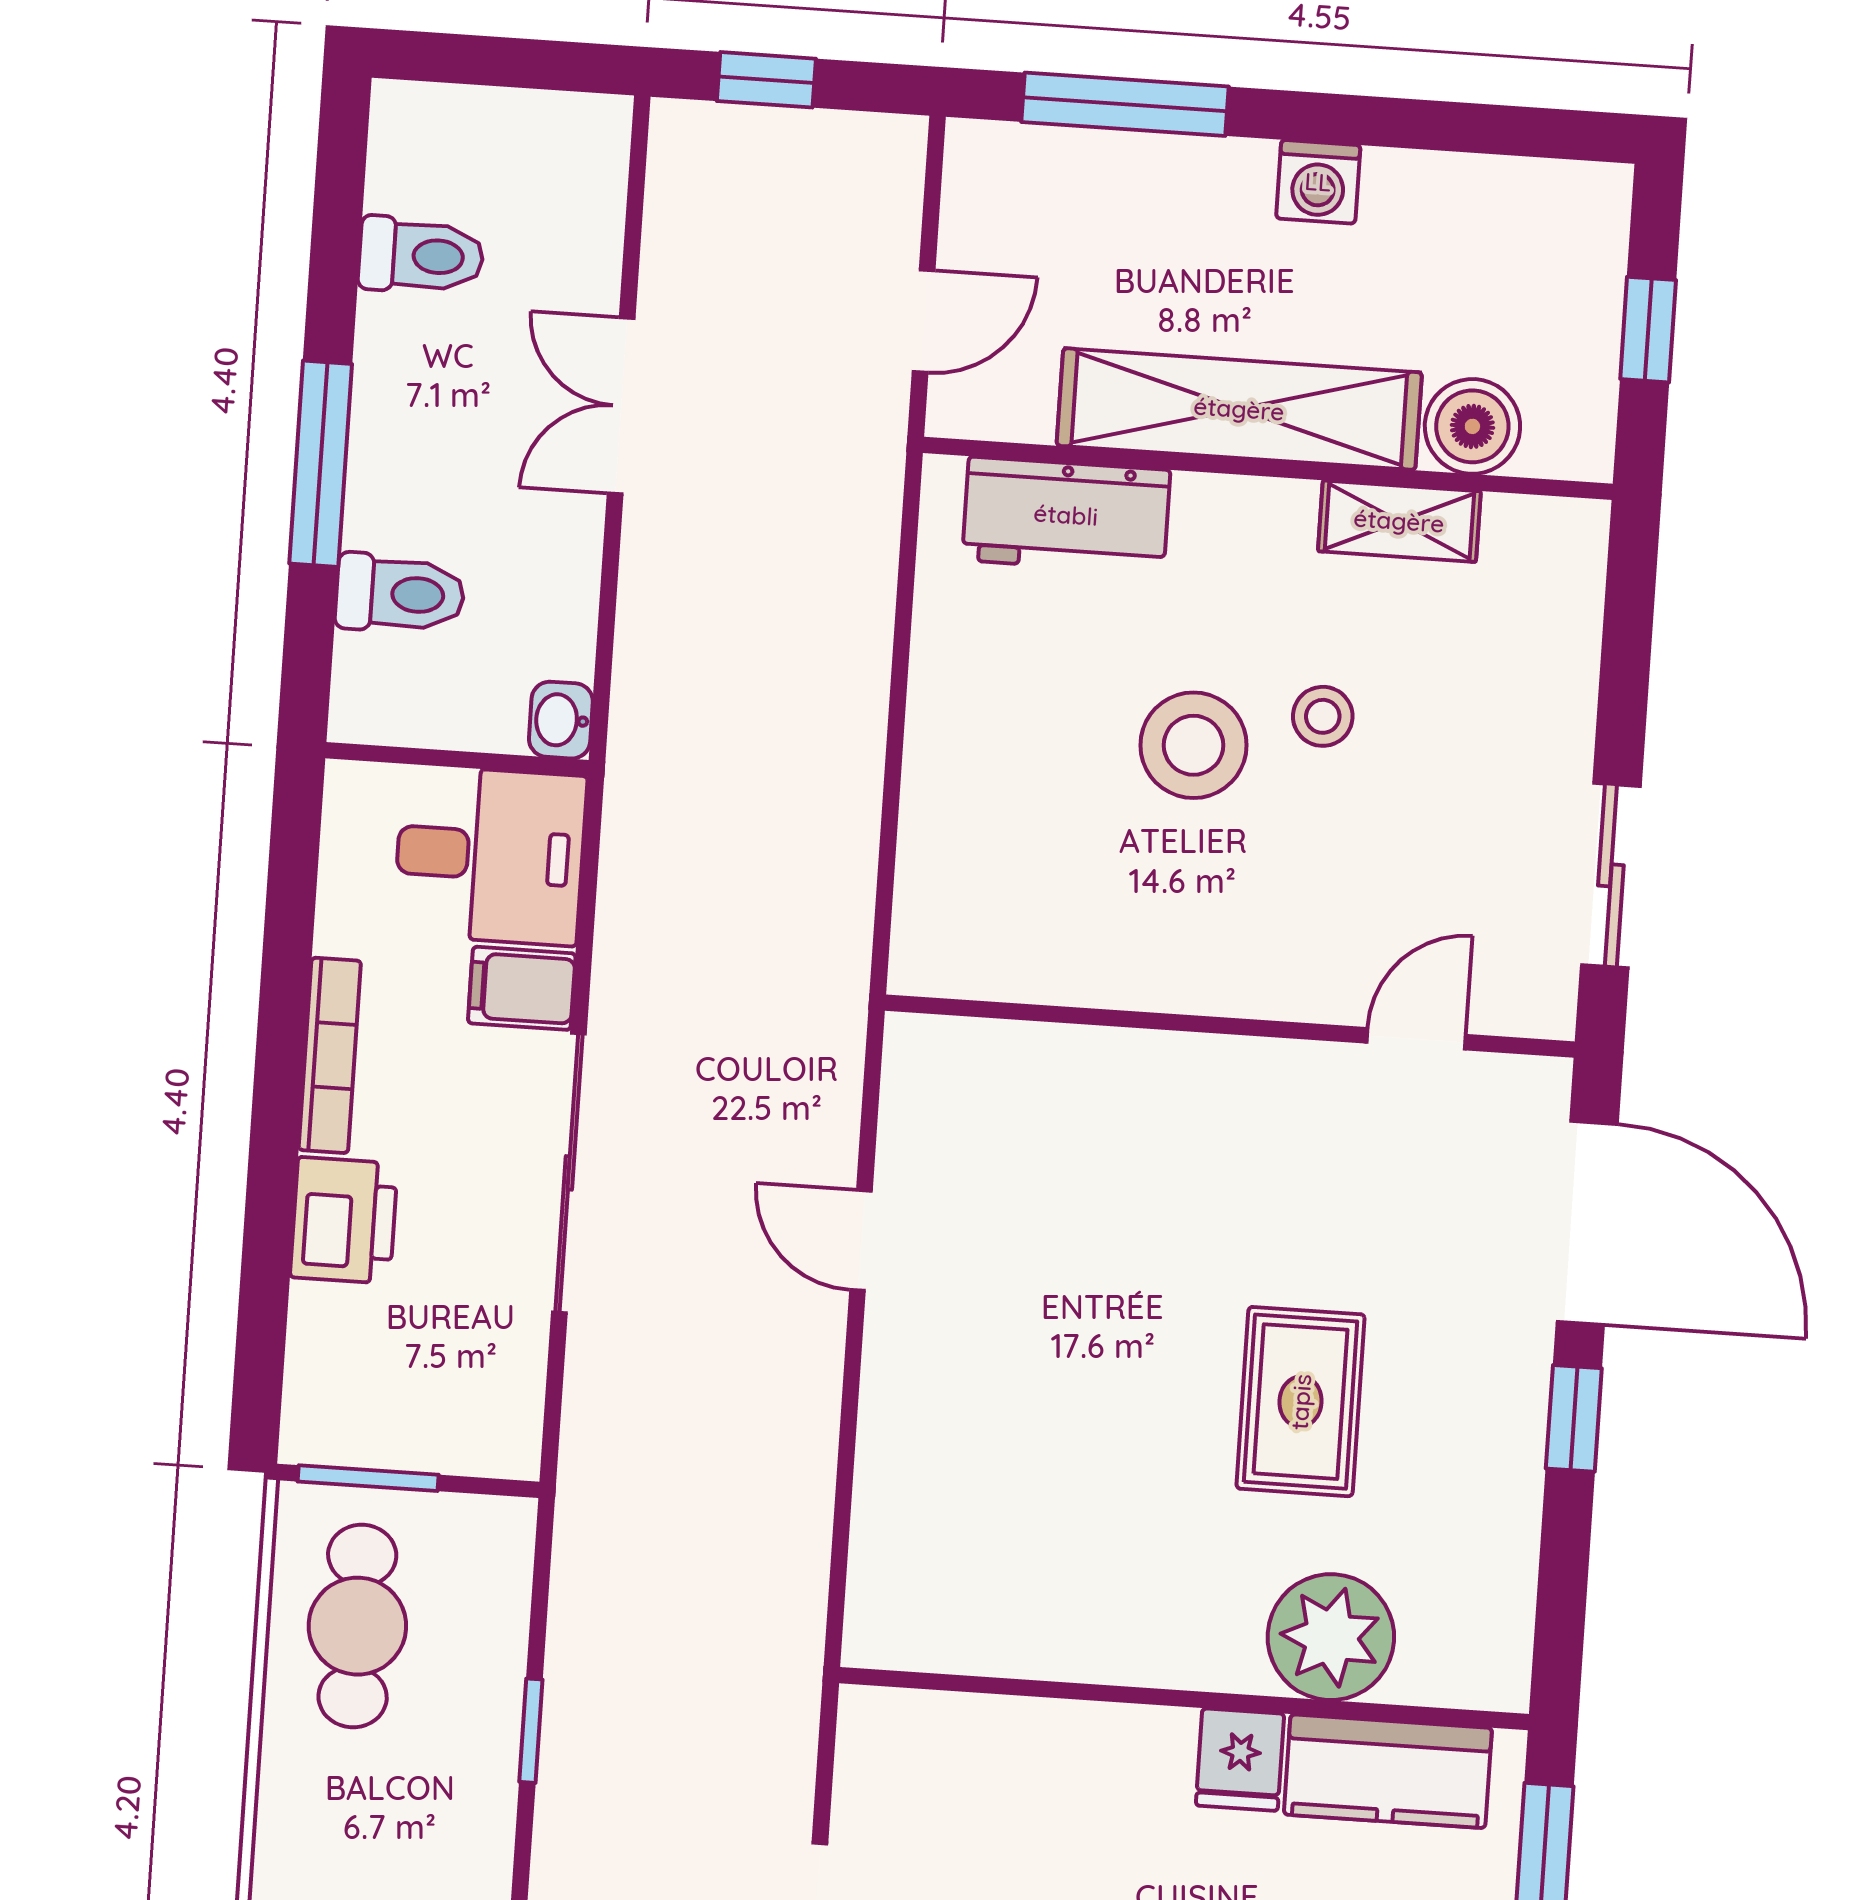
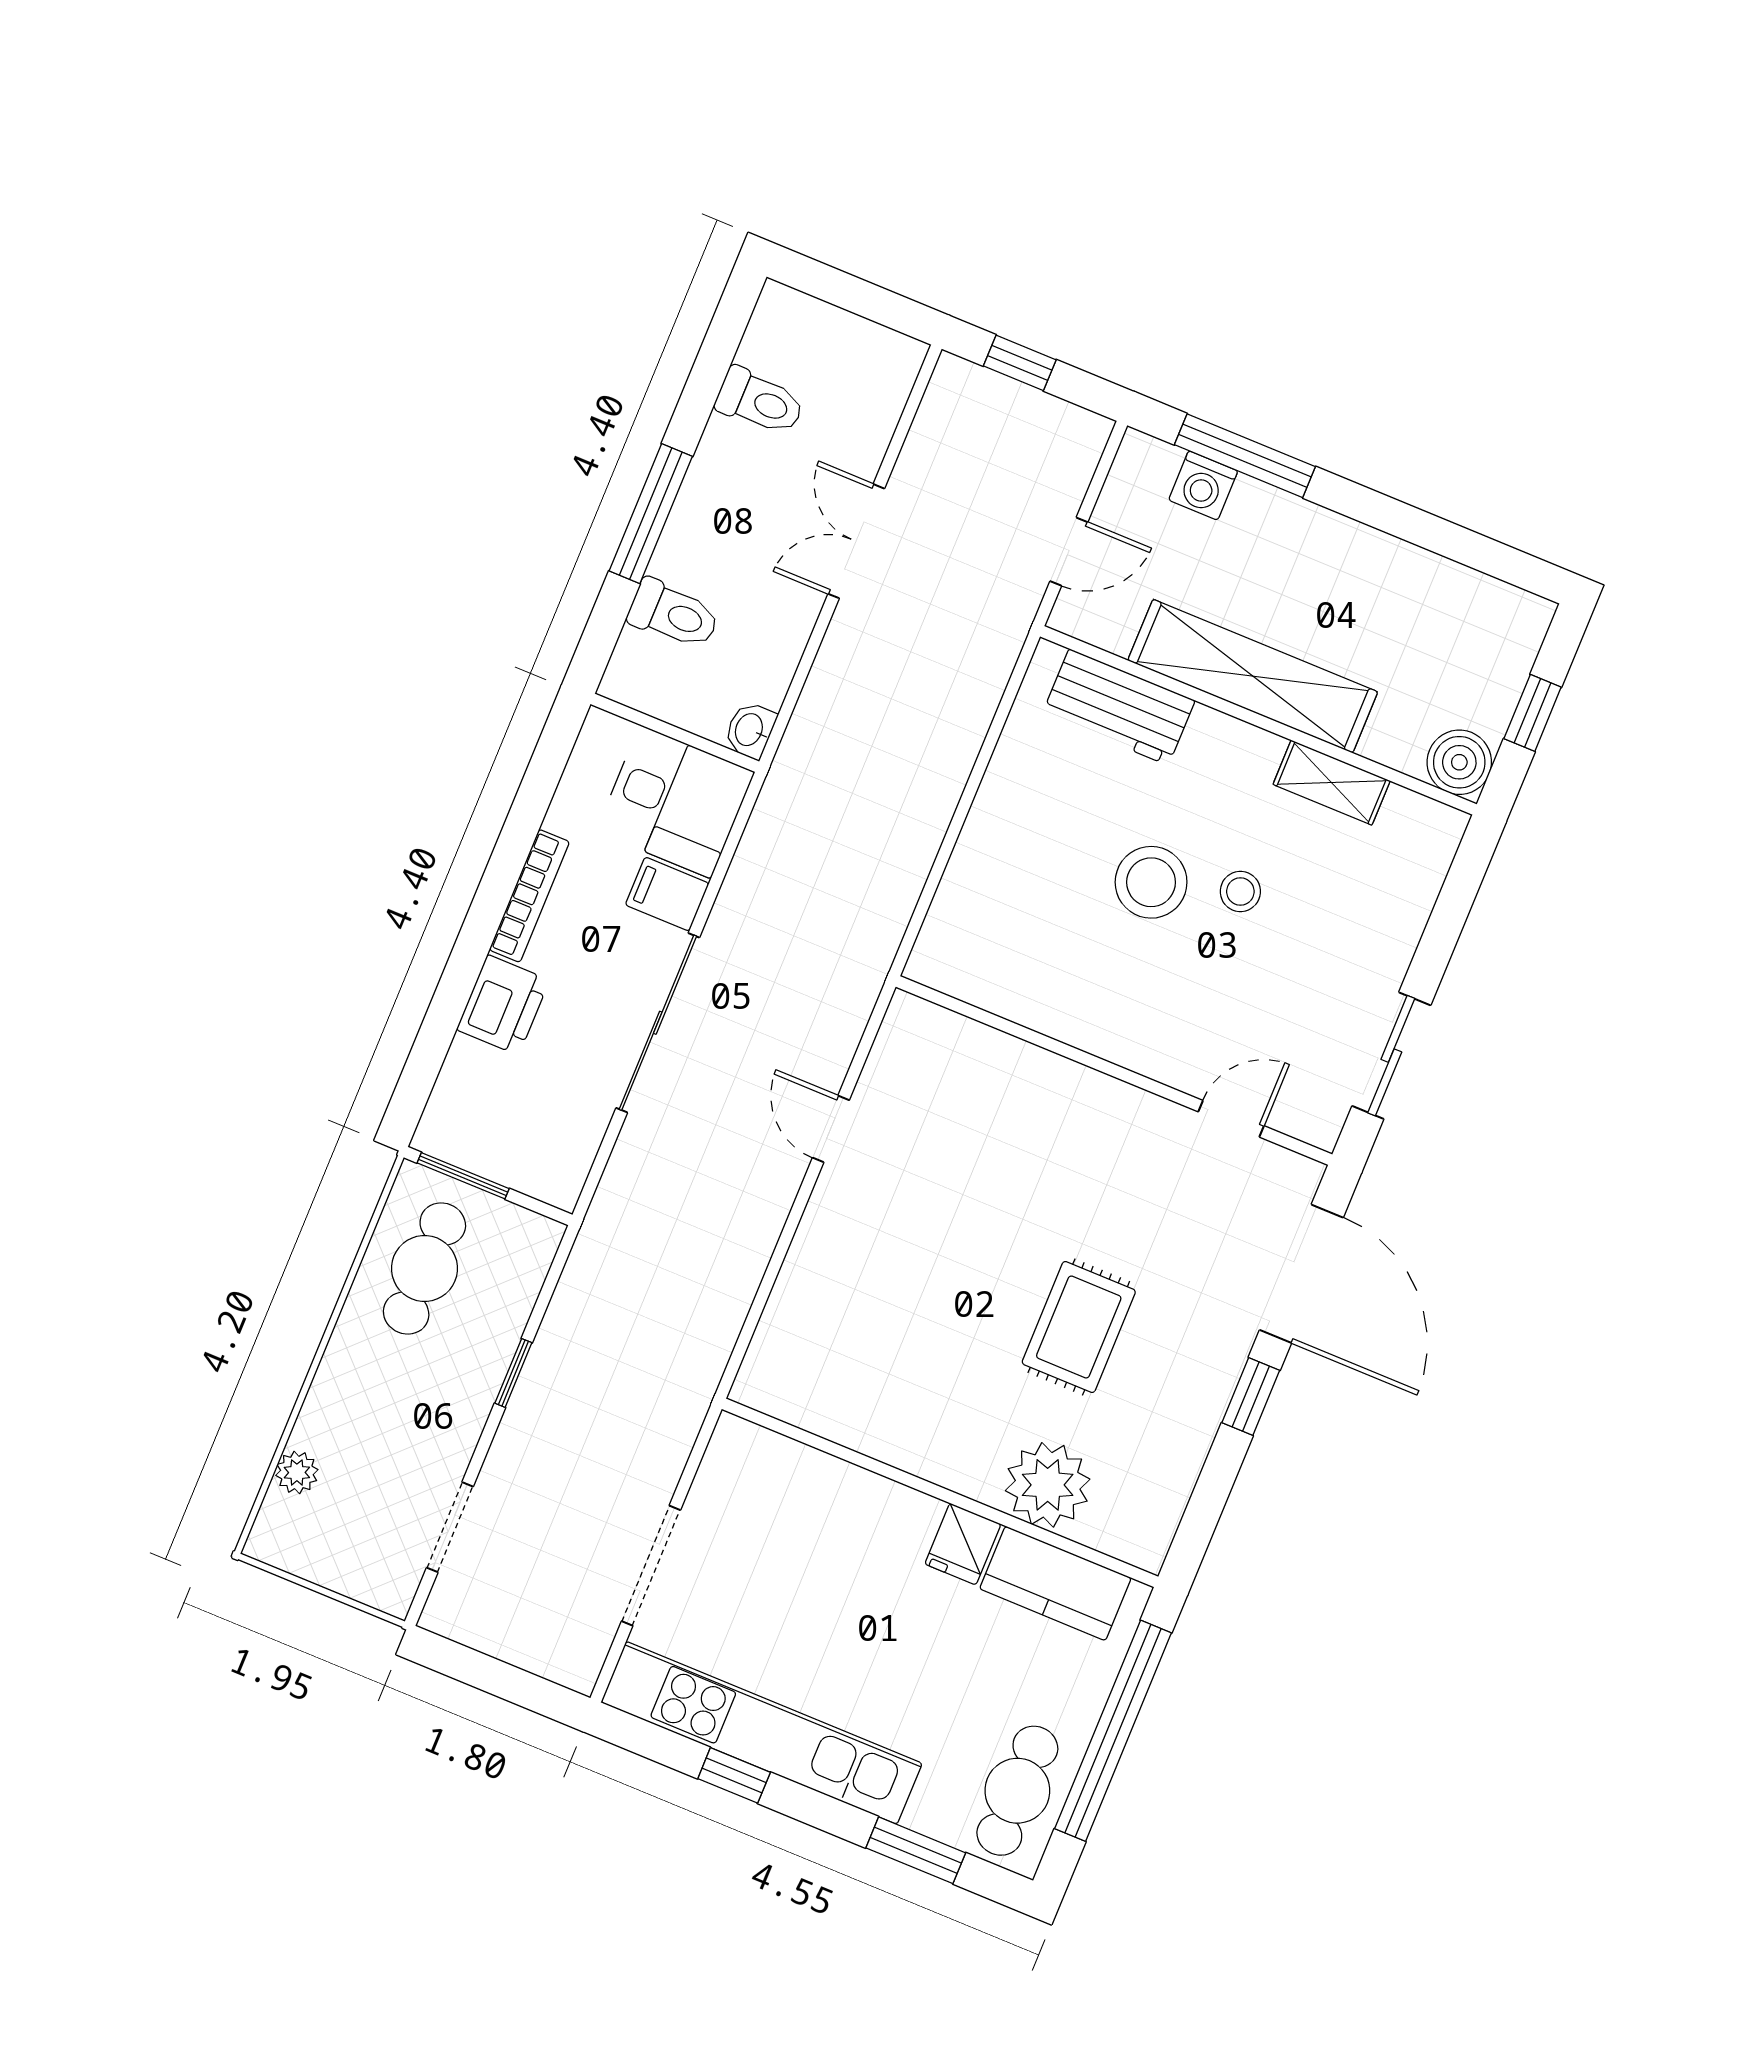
washing machine: (1318, 182) -> (1203, 486), moved
boiler: (1472, 426) -> (1459, 762), moved

